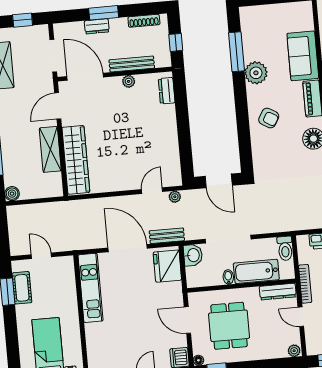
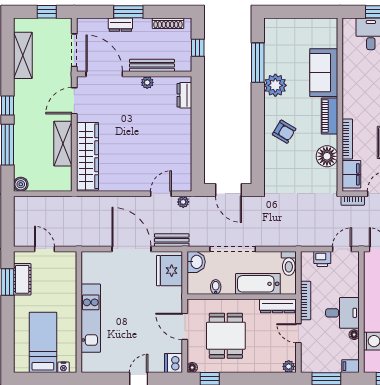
bidet: (228, 277) -> (216, 287), moved
kitchen unit: (91, 288) -> (91, 318), moved

